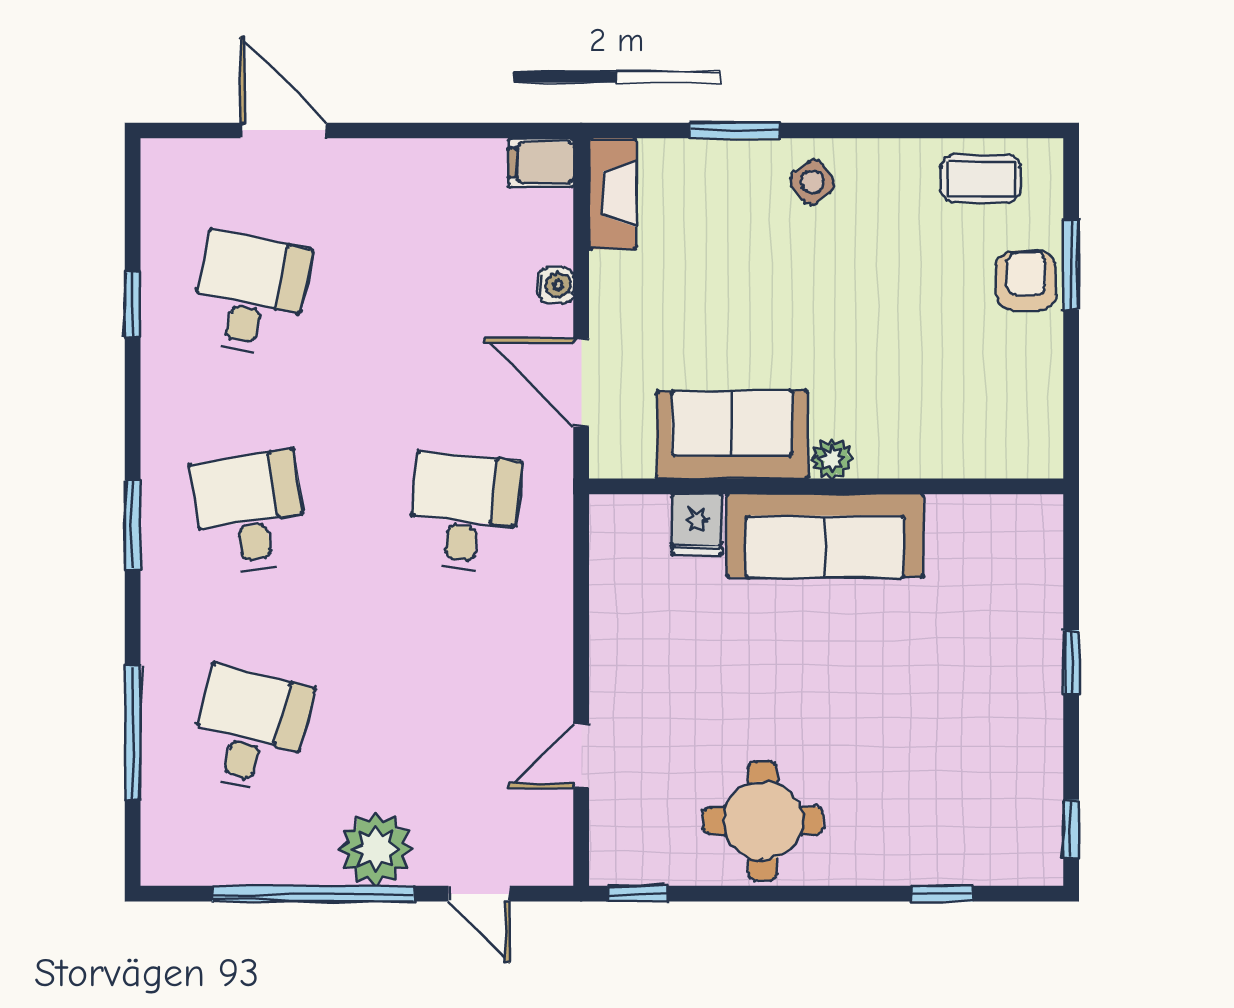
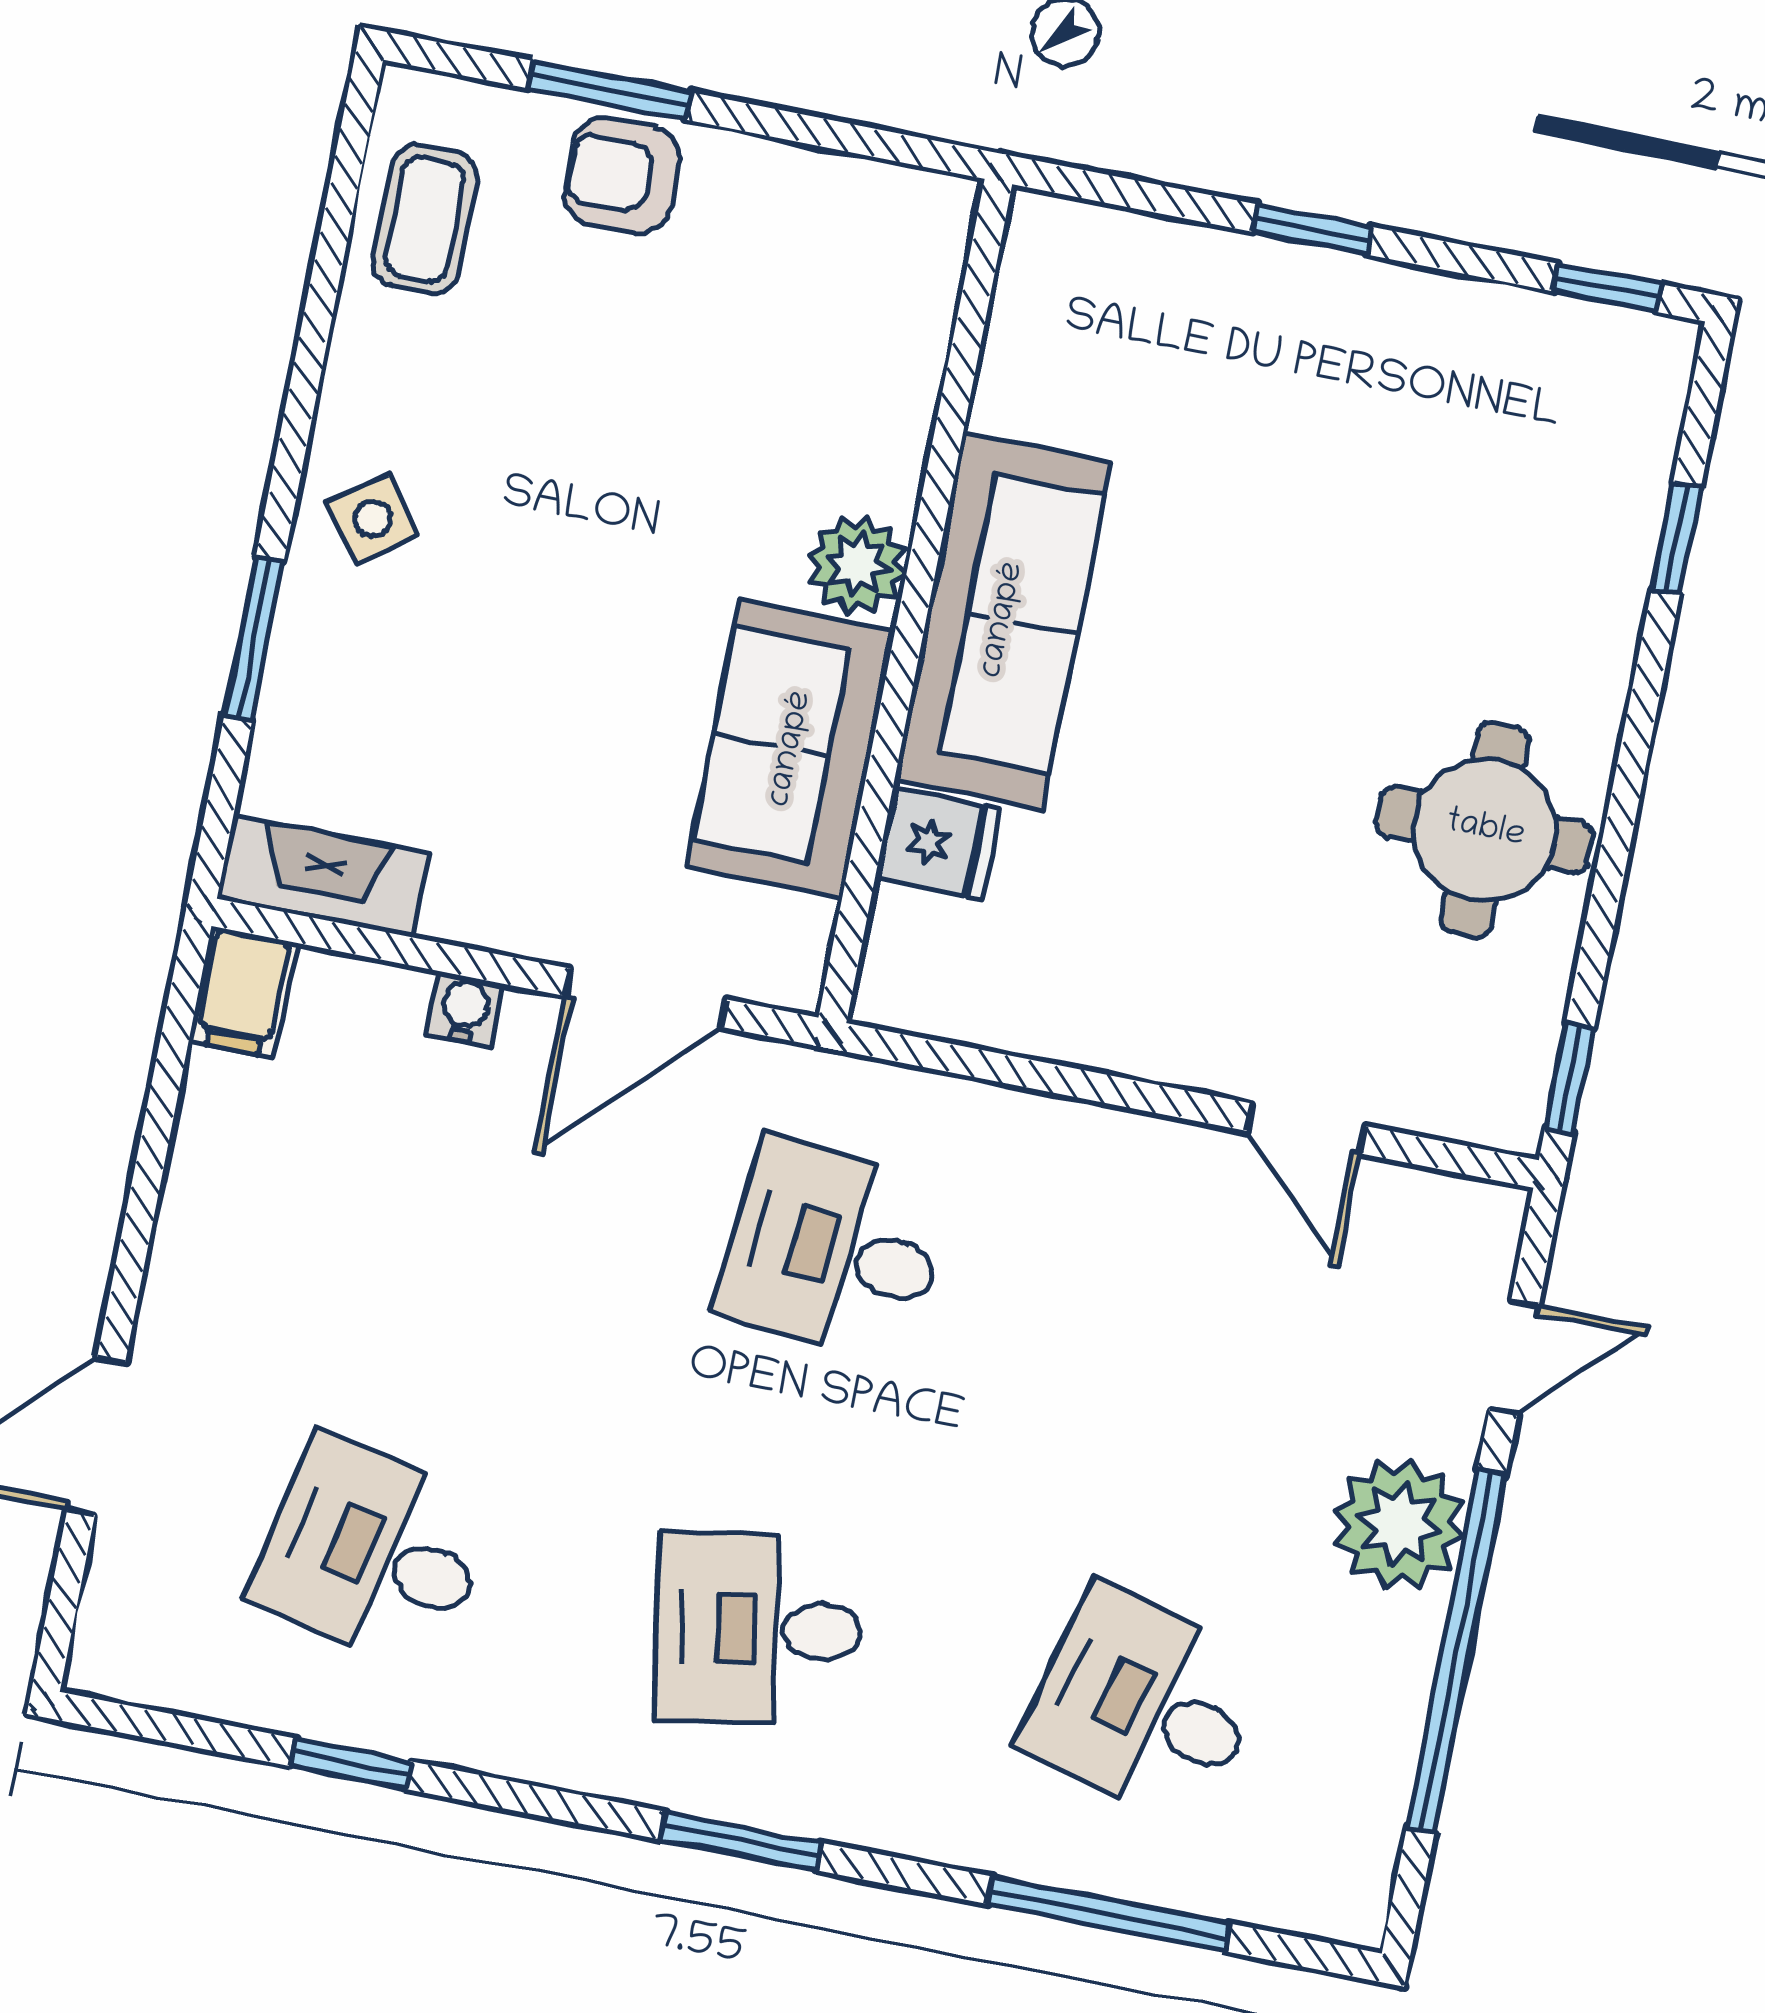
plant: (832, 458) -> (857, 565), width x1.38, depth x1.38

